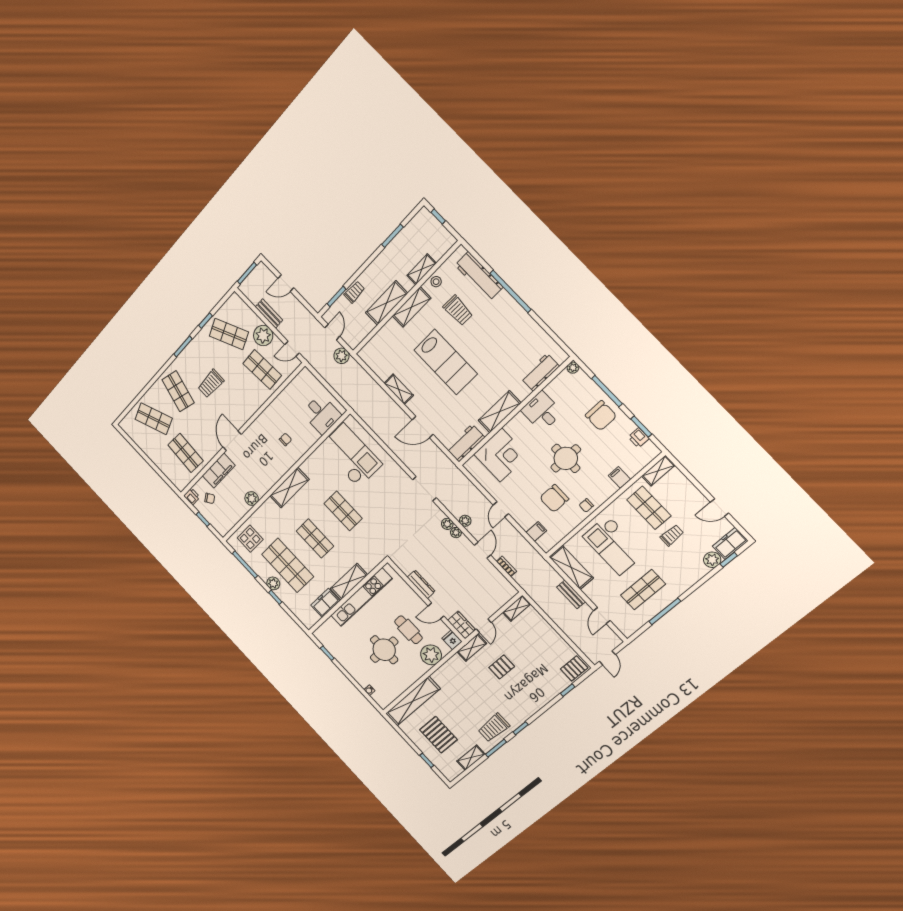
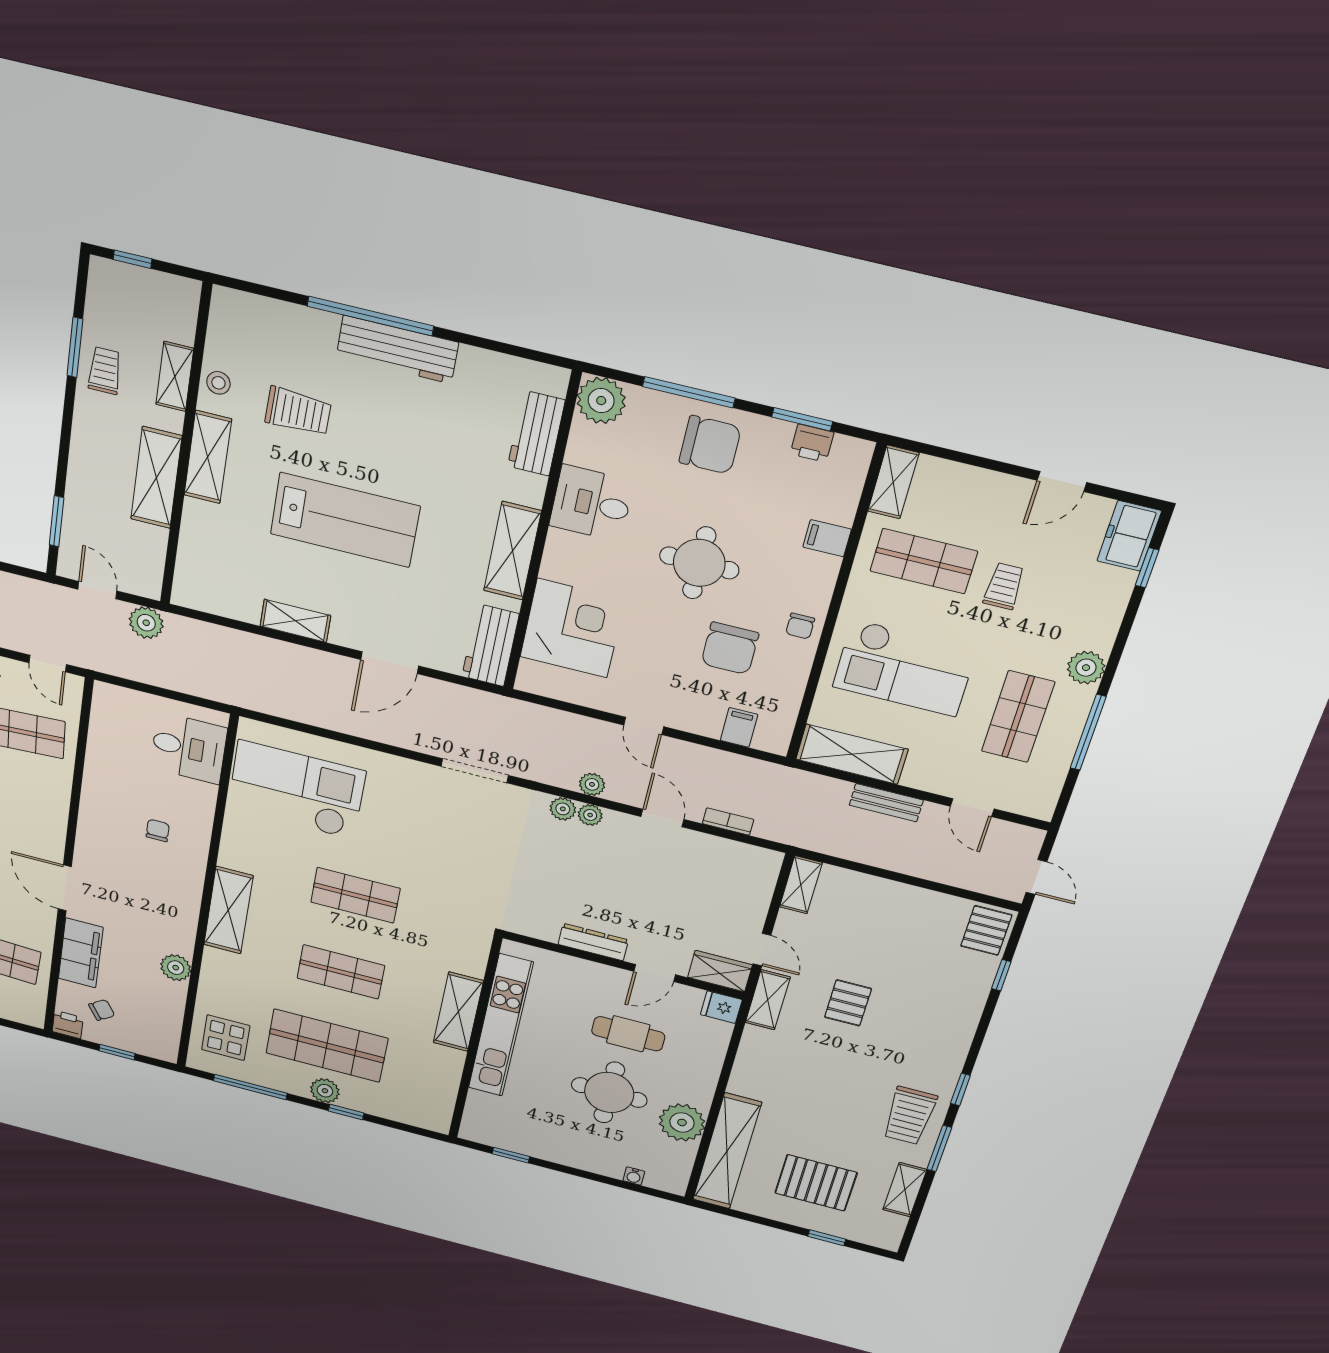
workbench: (479, 276) -> (397, 349), moved
trolley: (354, 292) -> (105, 371), moved
door: (292, 349) -> (48, 664), hinge flipped
plant: (573, 368) -> (601, 401), width x1.87, depth x1.87
plant: (712, 560) -> (1086, 668), moved
freezer: (325, 603) -> (443, 1072), removed
plant: (431, 655) -> (682, 1122), moved

